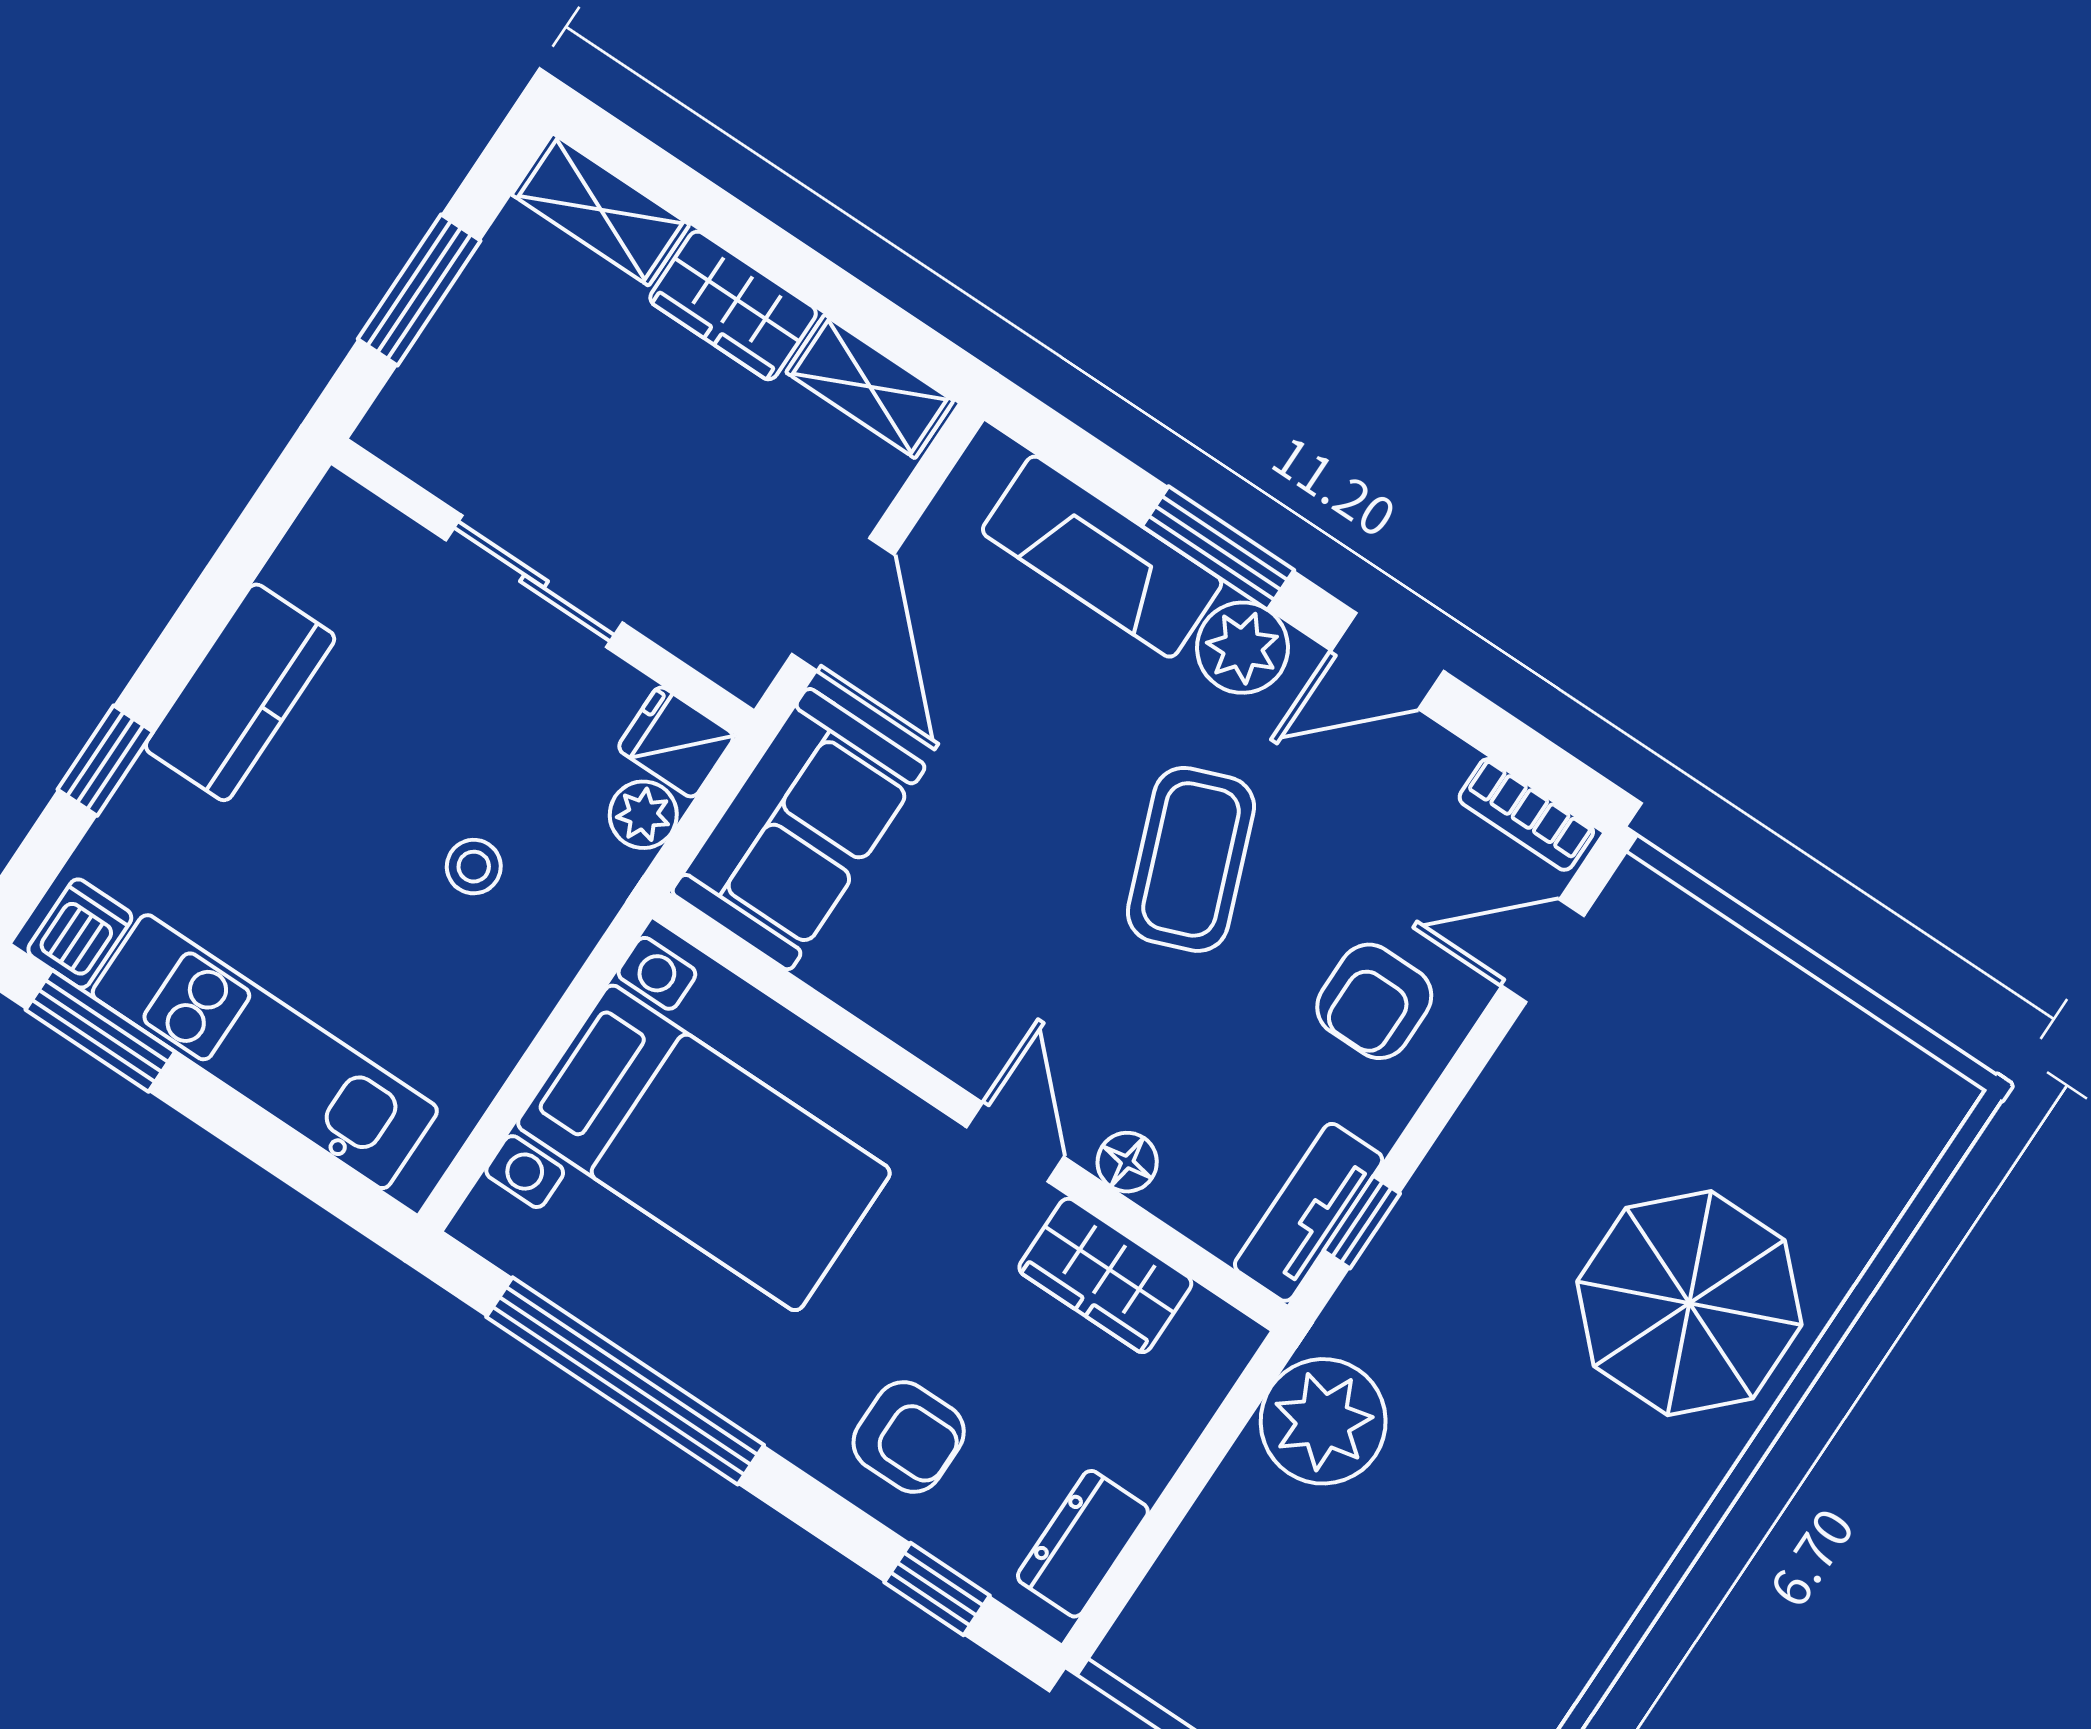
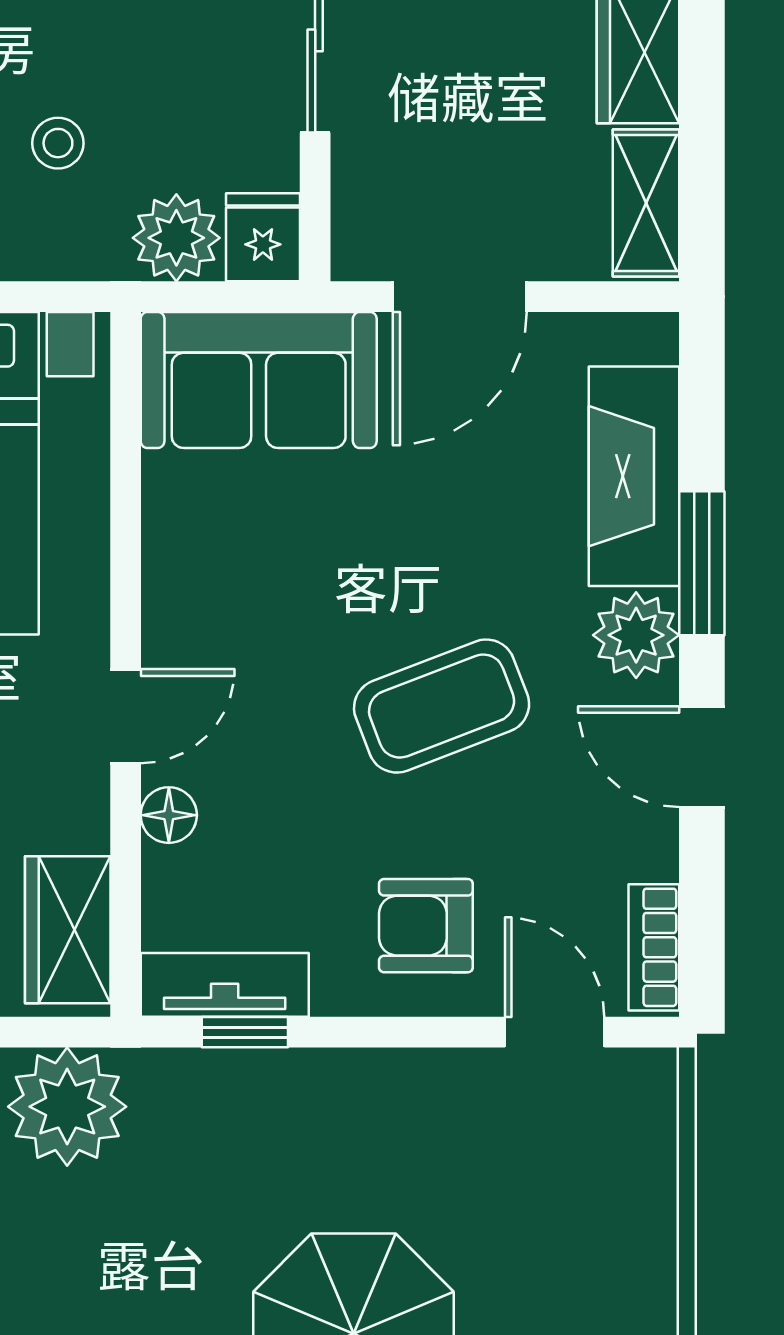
plant: (643, 815) -> (176, 238), width x1.38, depth x1.38
wardrobe: (1105, 1275) -> (68, 930), moved

